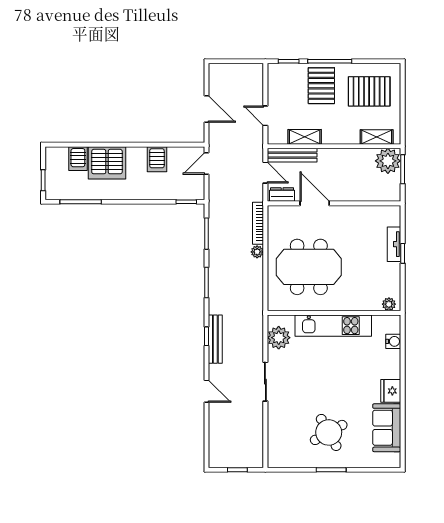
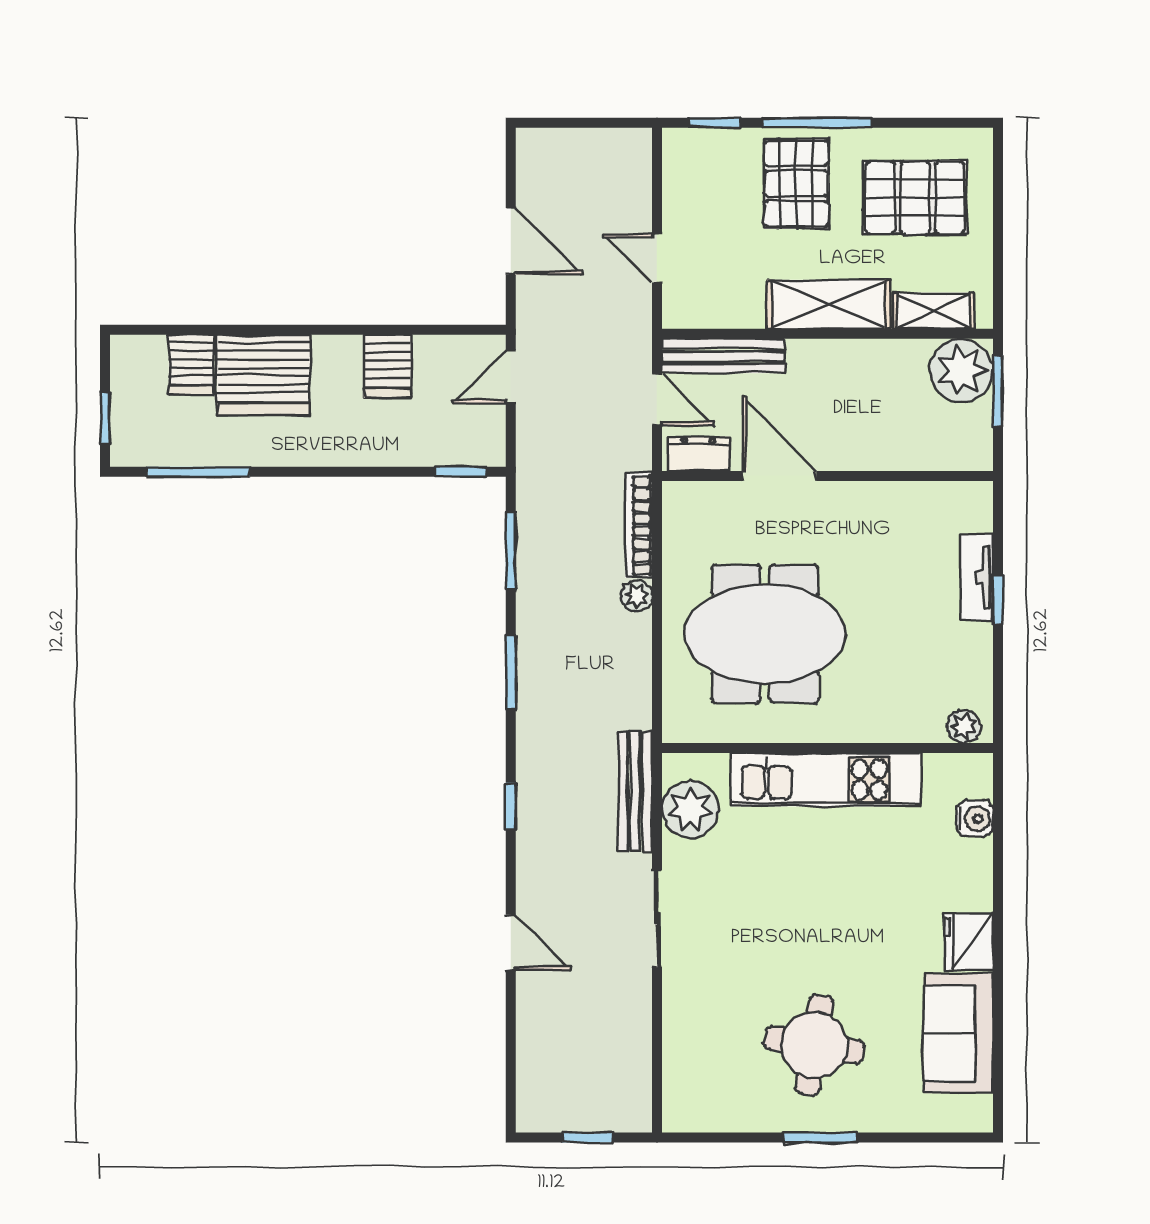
shelving: (305, 137) -> (828, 304), moved, width x1.50, depth x1.33
bench: (215, 339) -> (635, 791), moved
round table: (329, 432) -> (814, 1045), turned 38

